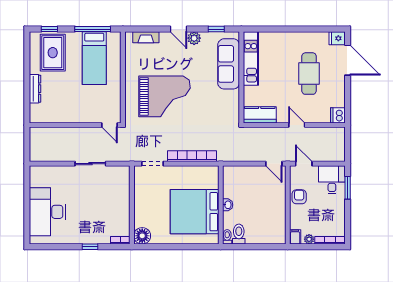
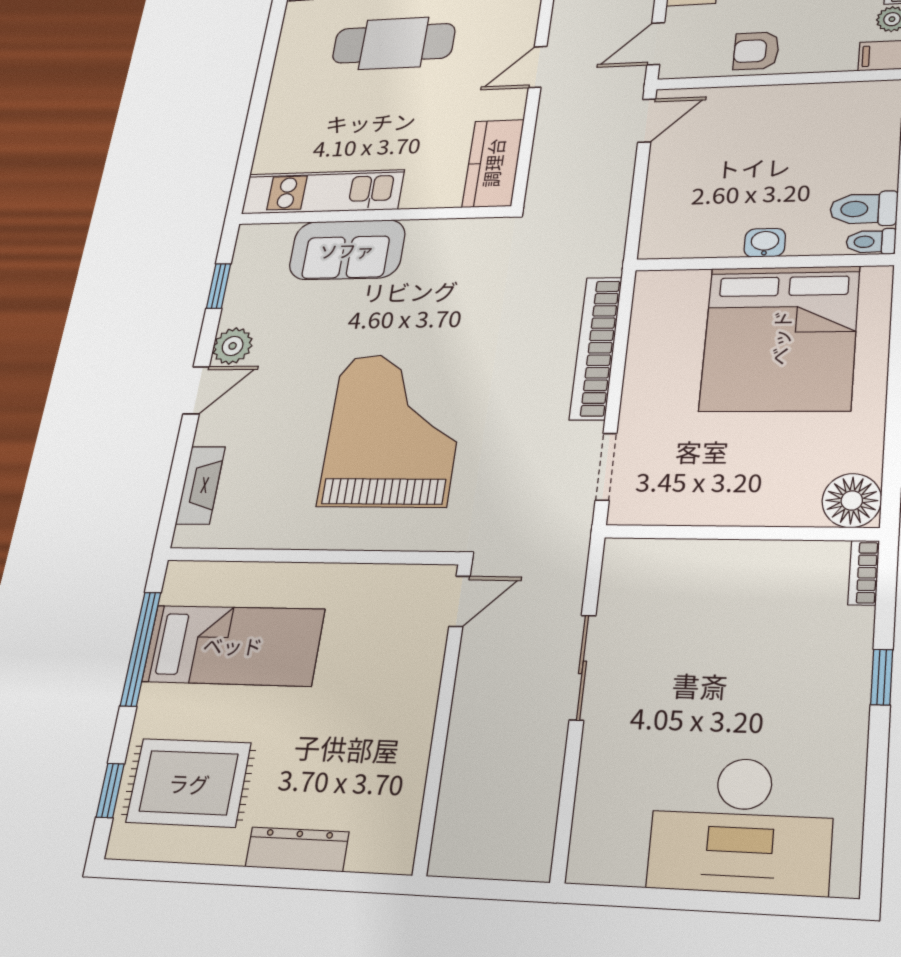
sofa: (229, 64) -> (347, 250), width x0.73

